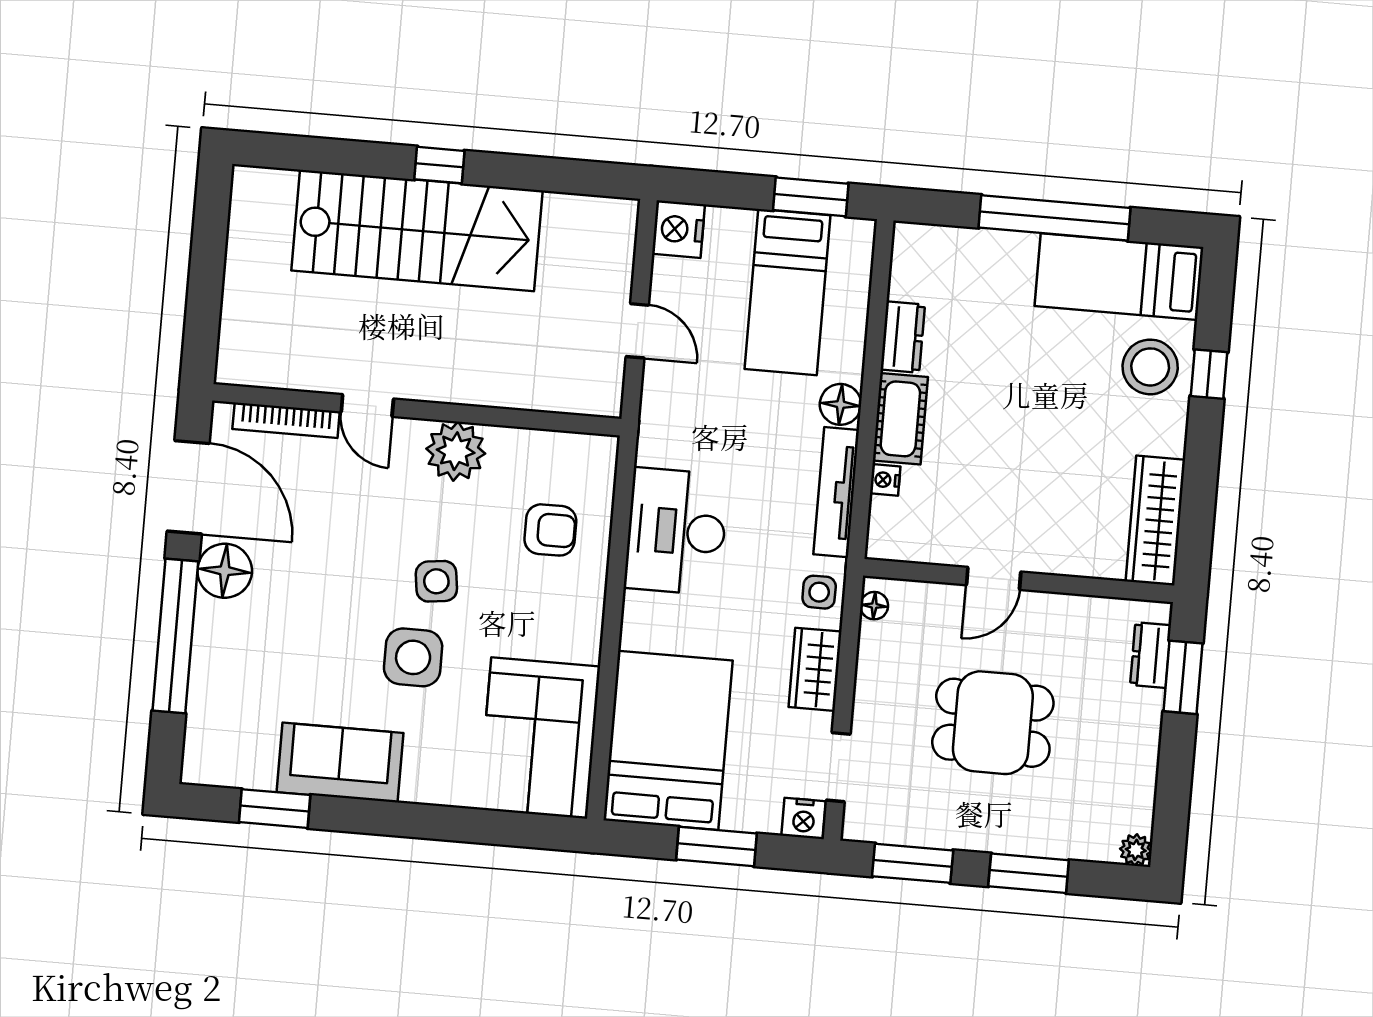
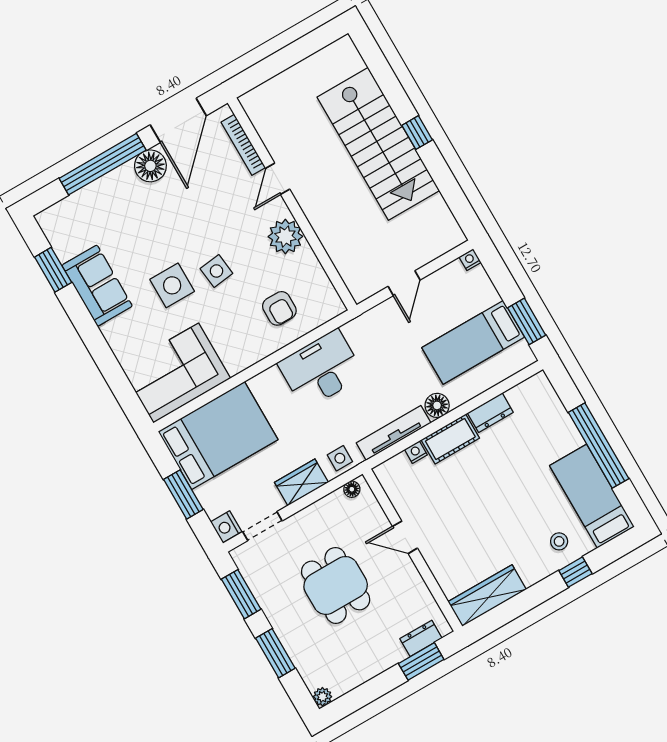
nightstand: (678, 229) -> (470, 260), width x0.53, depth x0.56
stool: (1150, 367) -> (559, 541), width x0.53, depth x0.53

